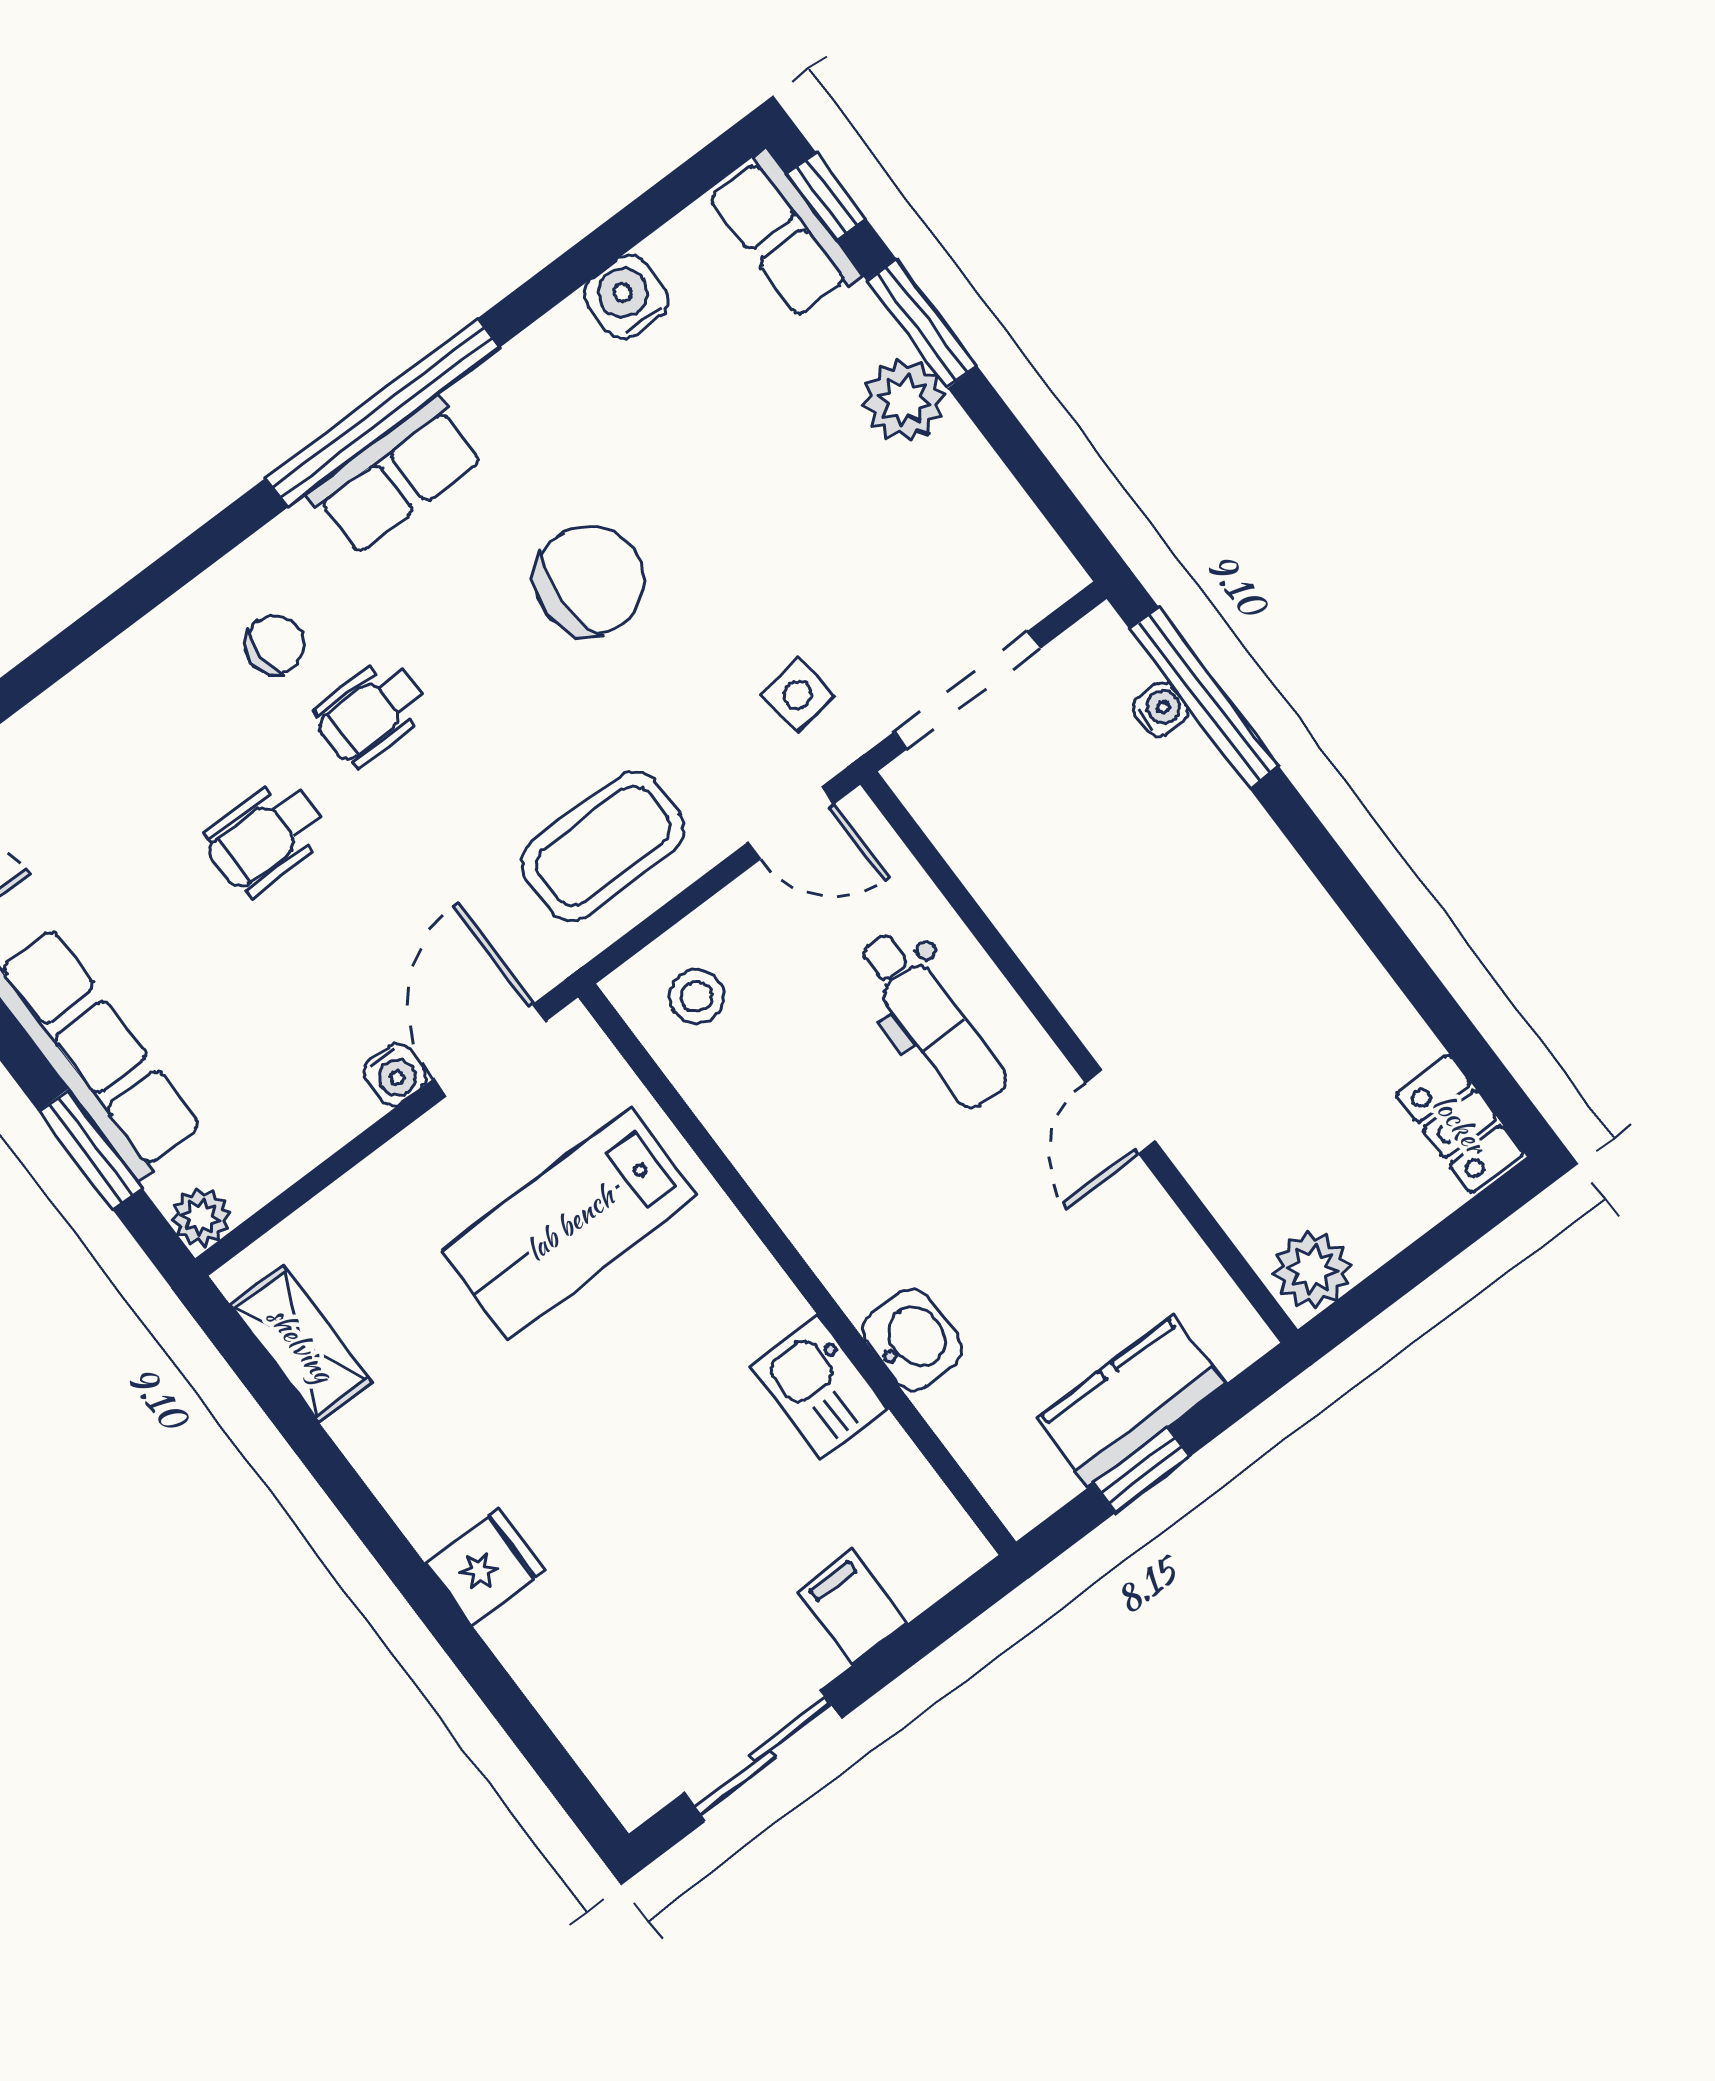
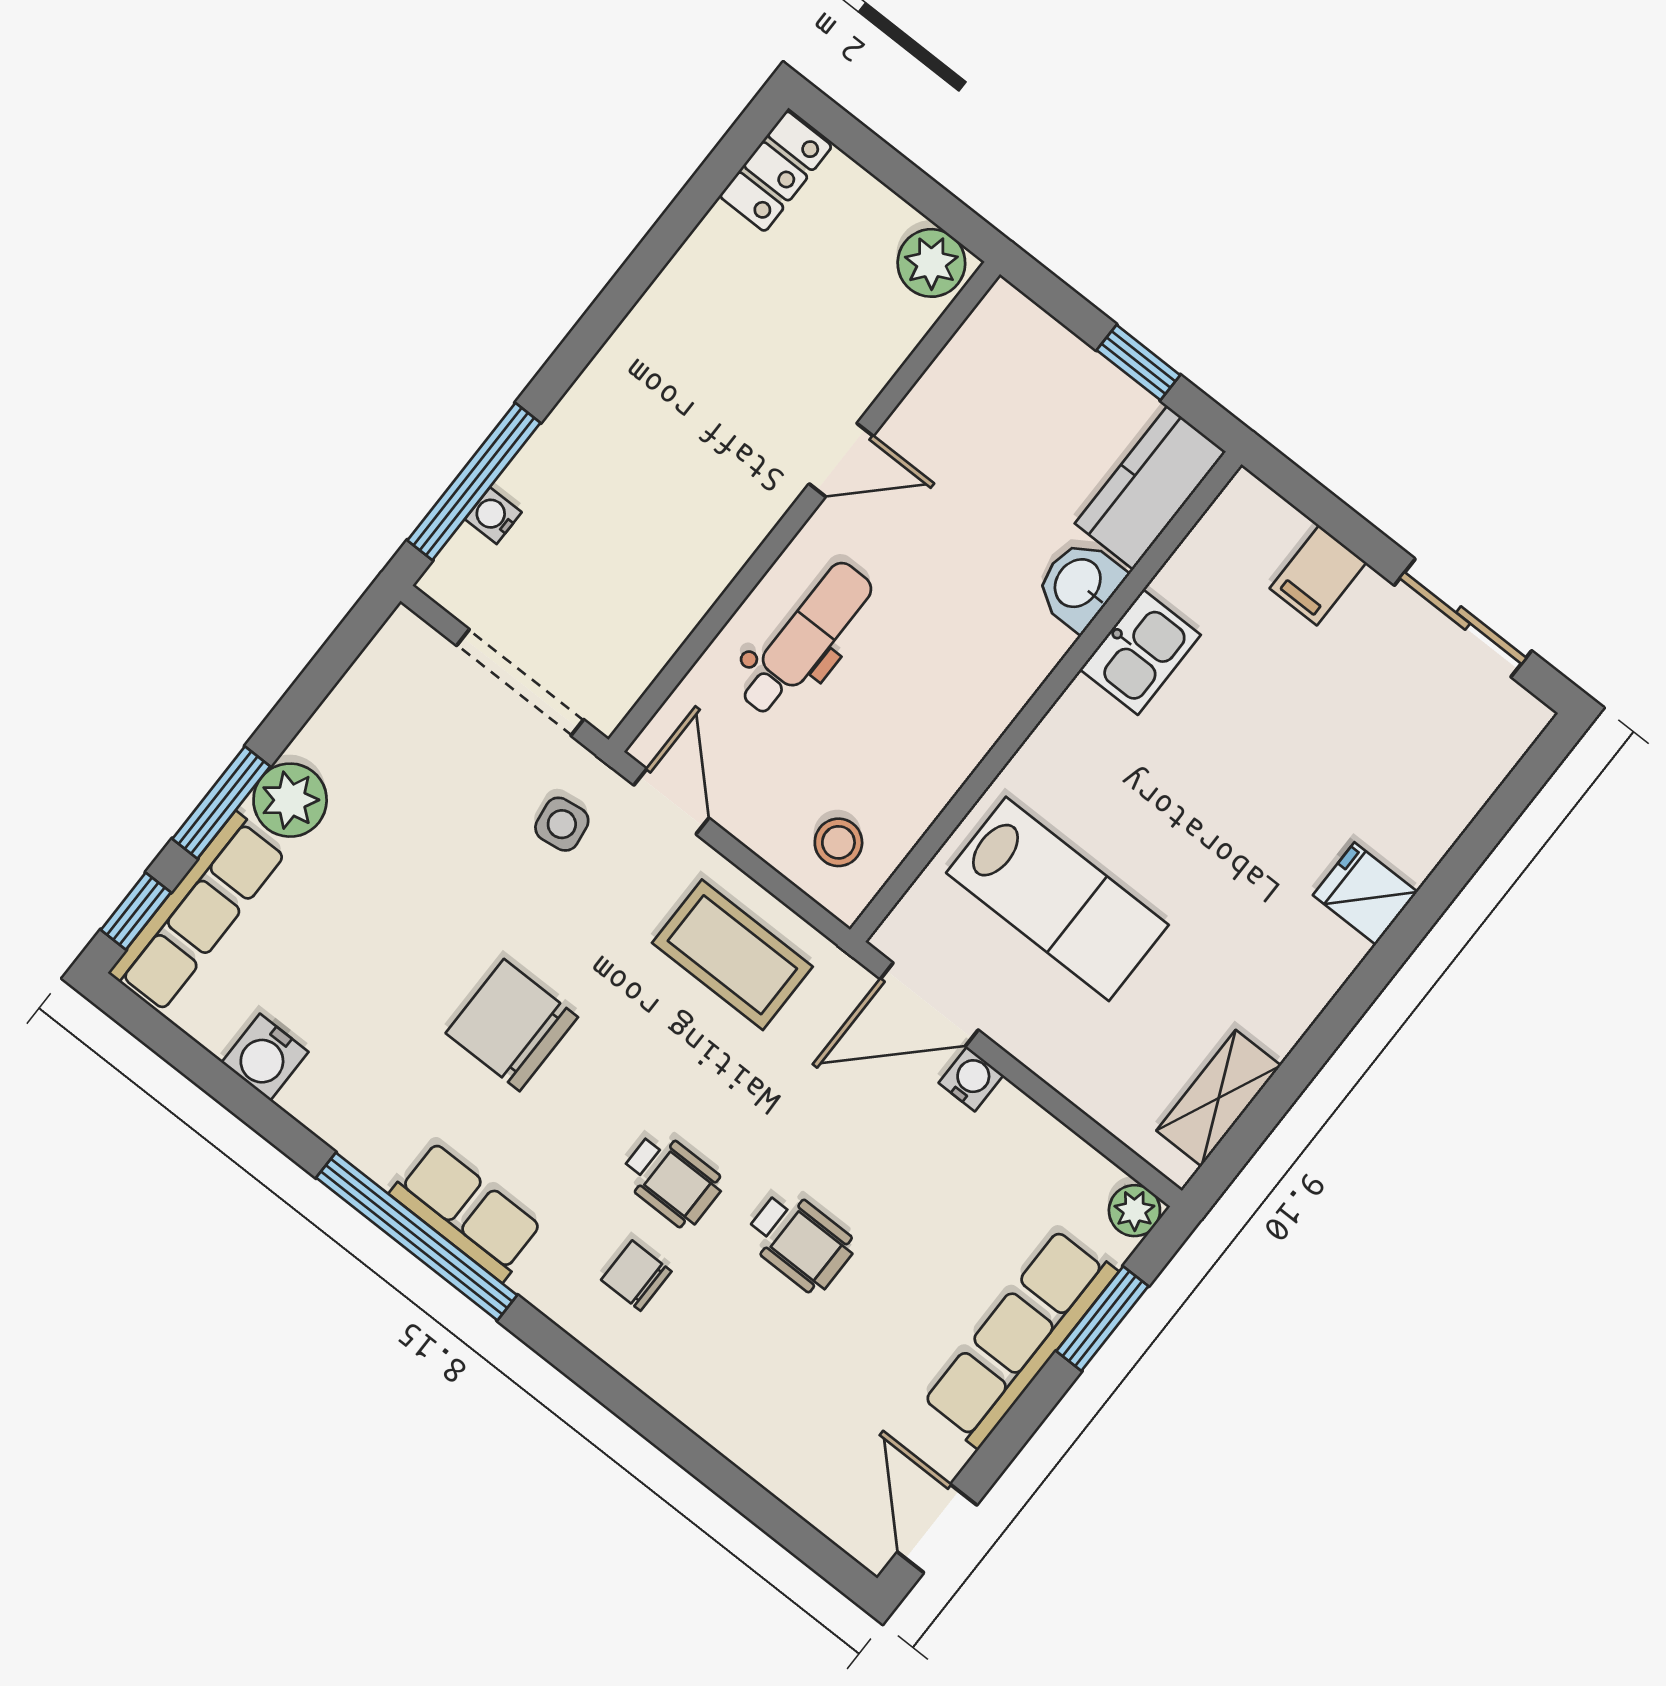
row of seats: (784, 234) -> (198, 912), width x1.48
kitchen counter: (1131, 1401) -> (1150, 488), moved, turned 90

